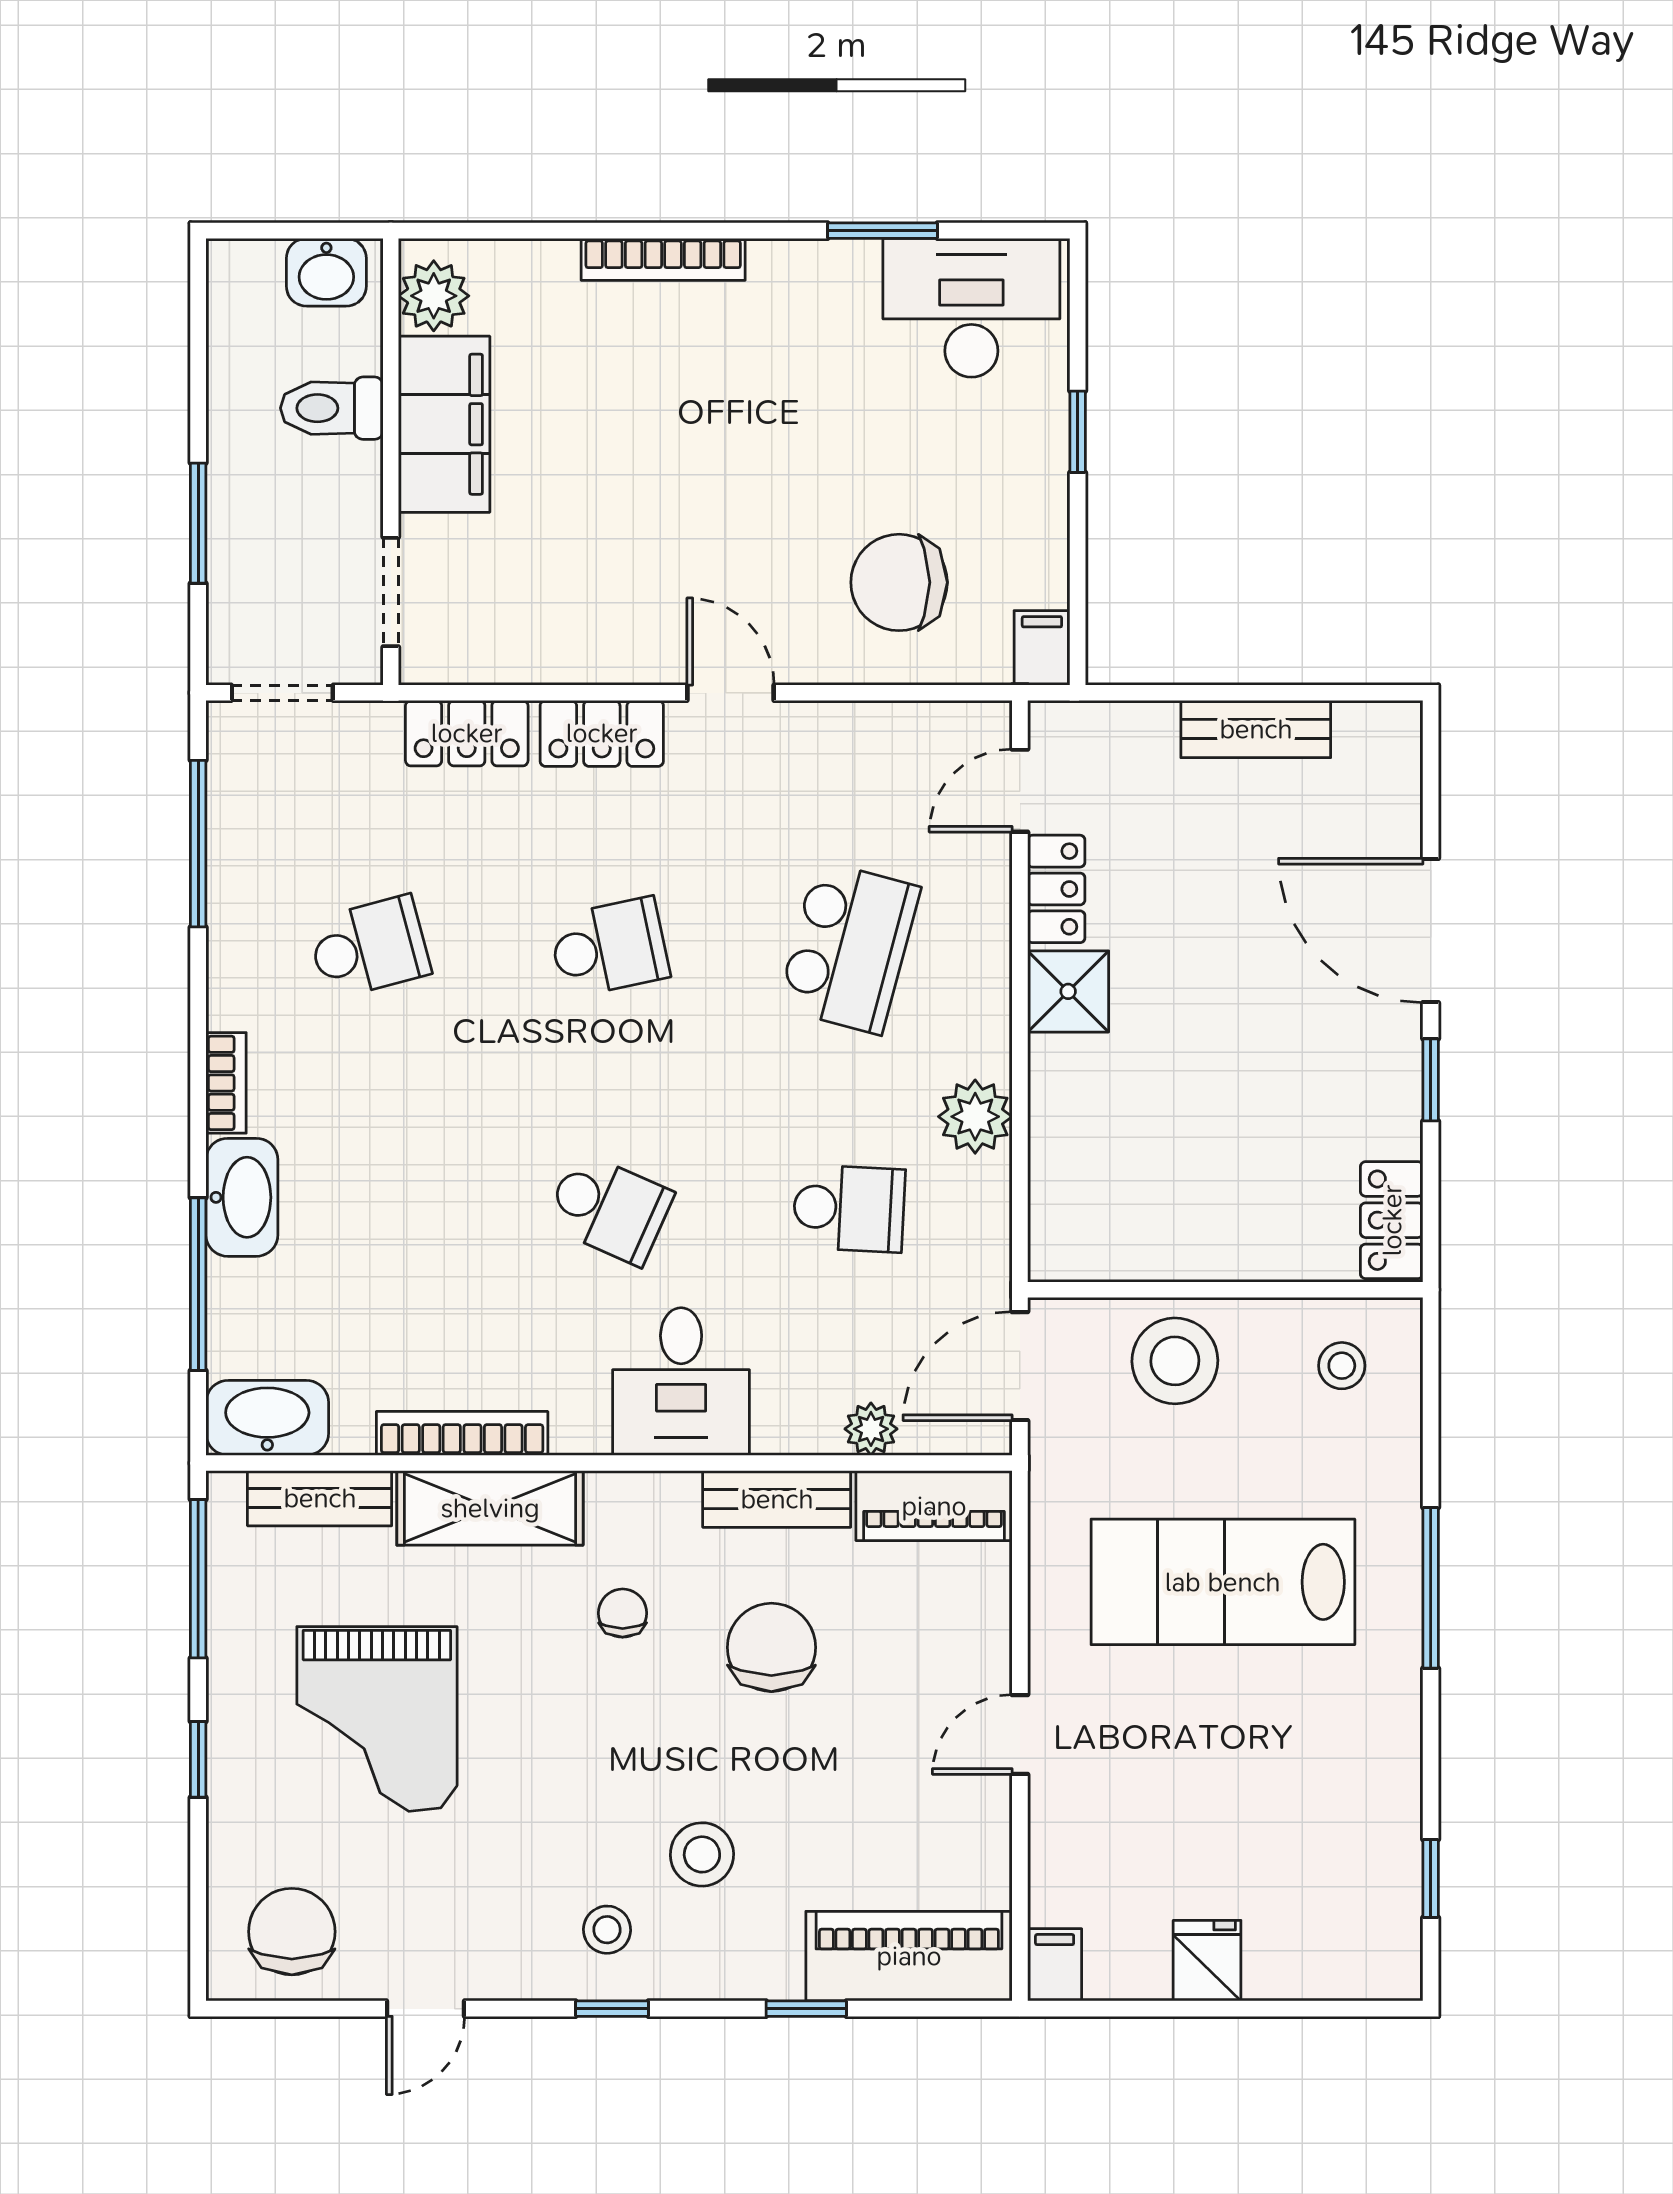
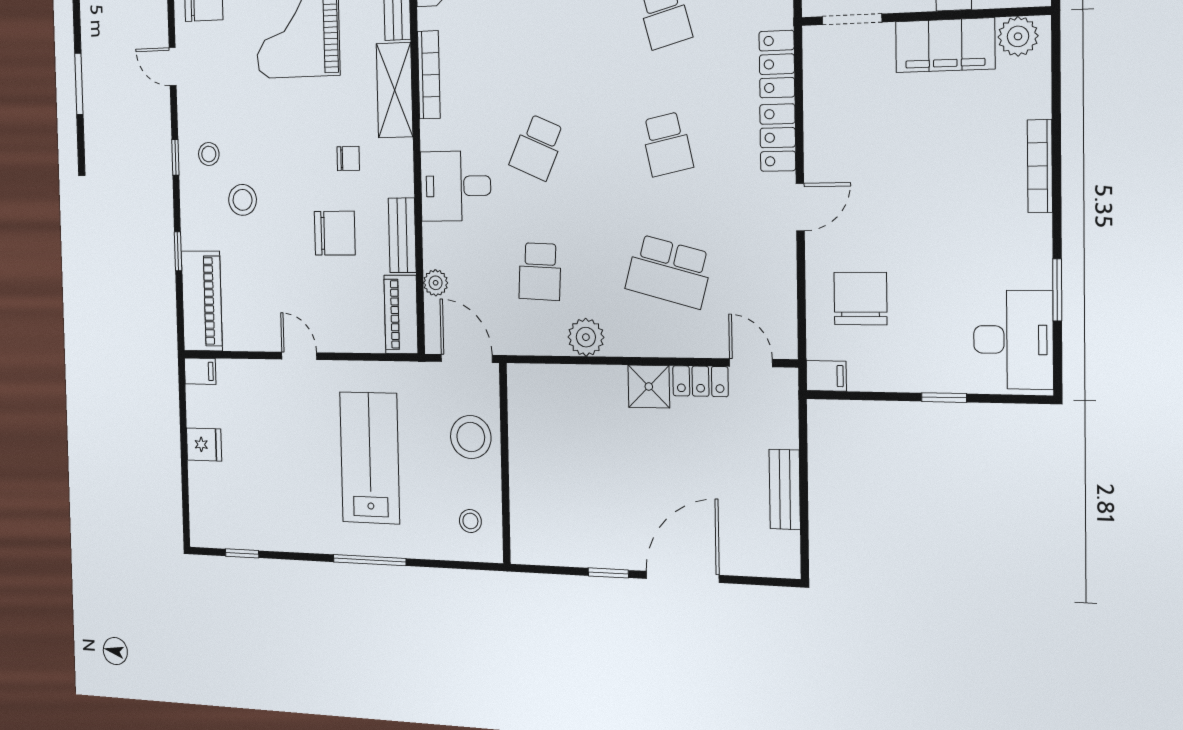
locker: (1392, 1220) -> (540, 549), removed

